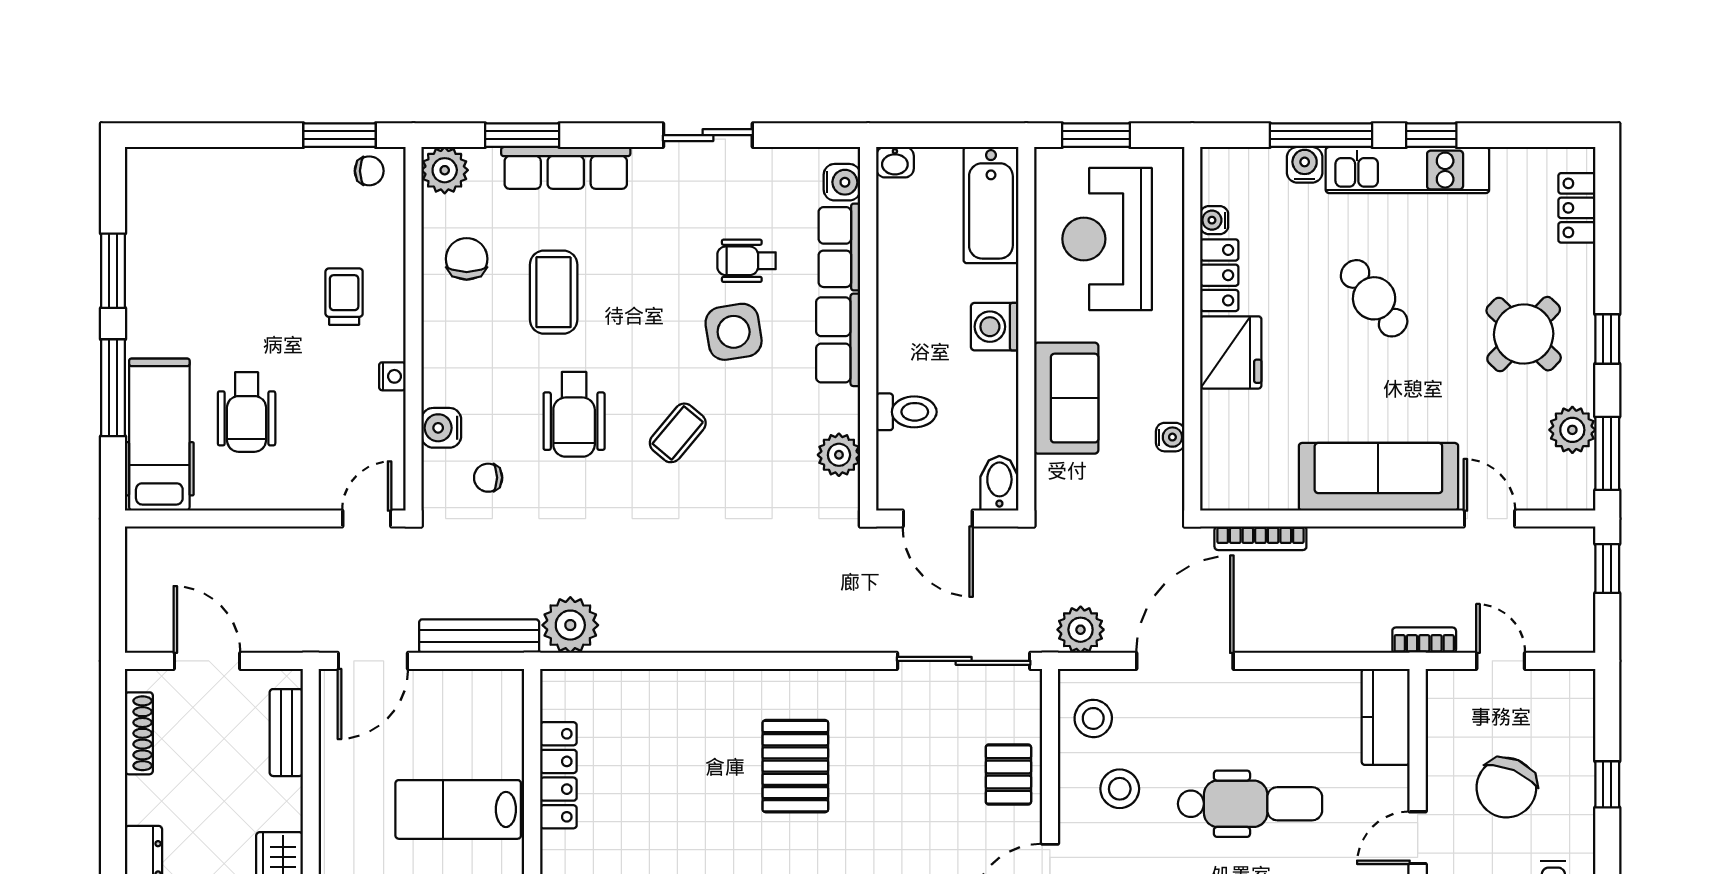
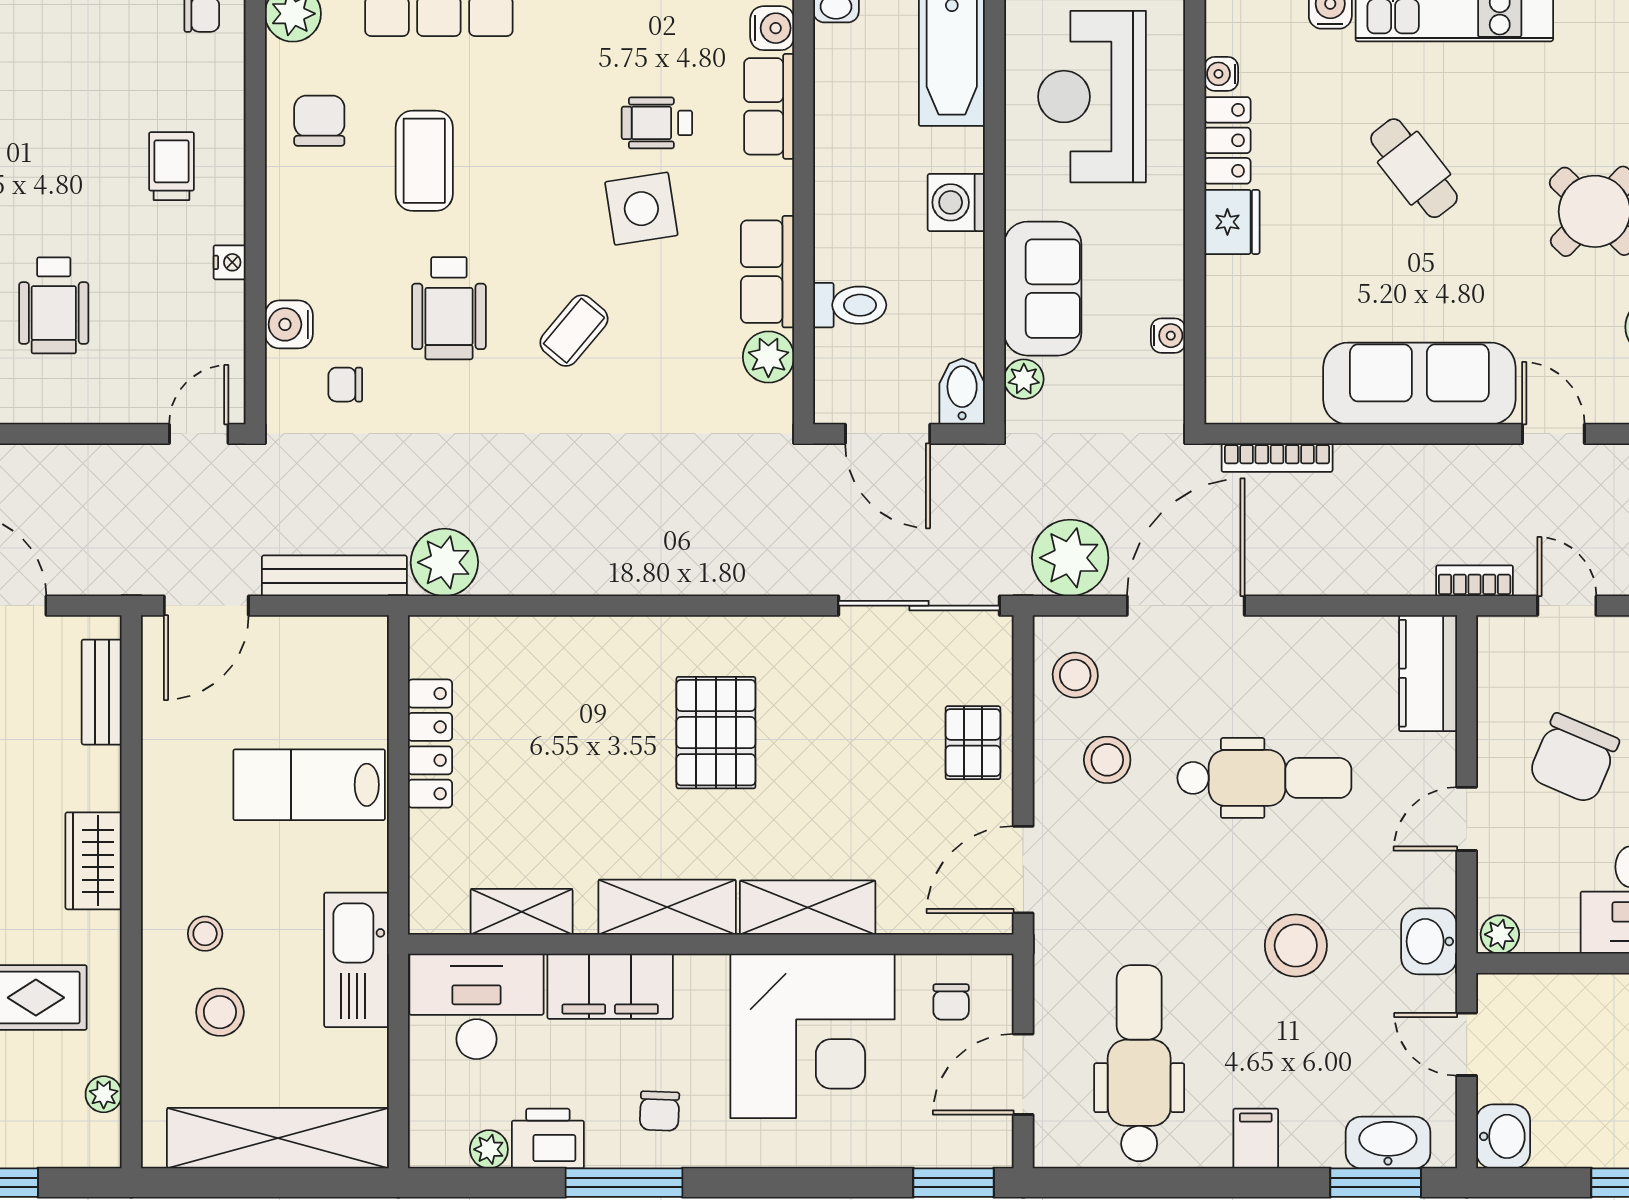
row of seats: (838, 340) -> (767, 272), moved
fridge: (1231, 352) -> (1232, 222), width x0.73, depth x0.75
plant: (1051, 473) -> (1024, 379), added
plant: (1081, 630) -> (1070, 558), width x1.36, depth x1.36

